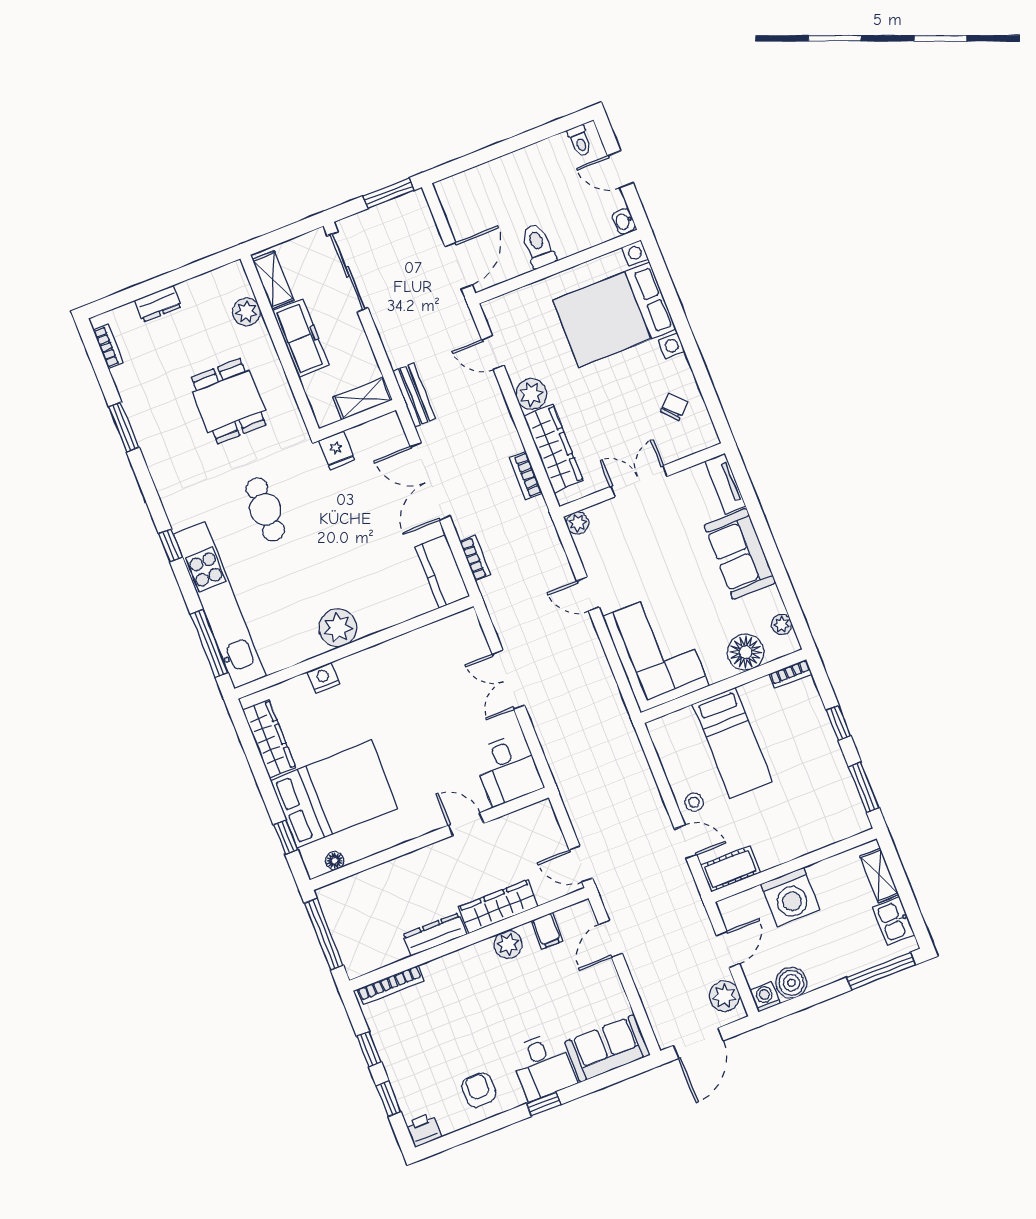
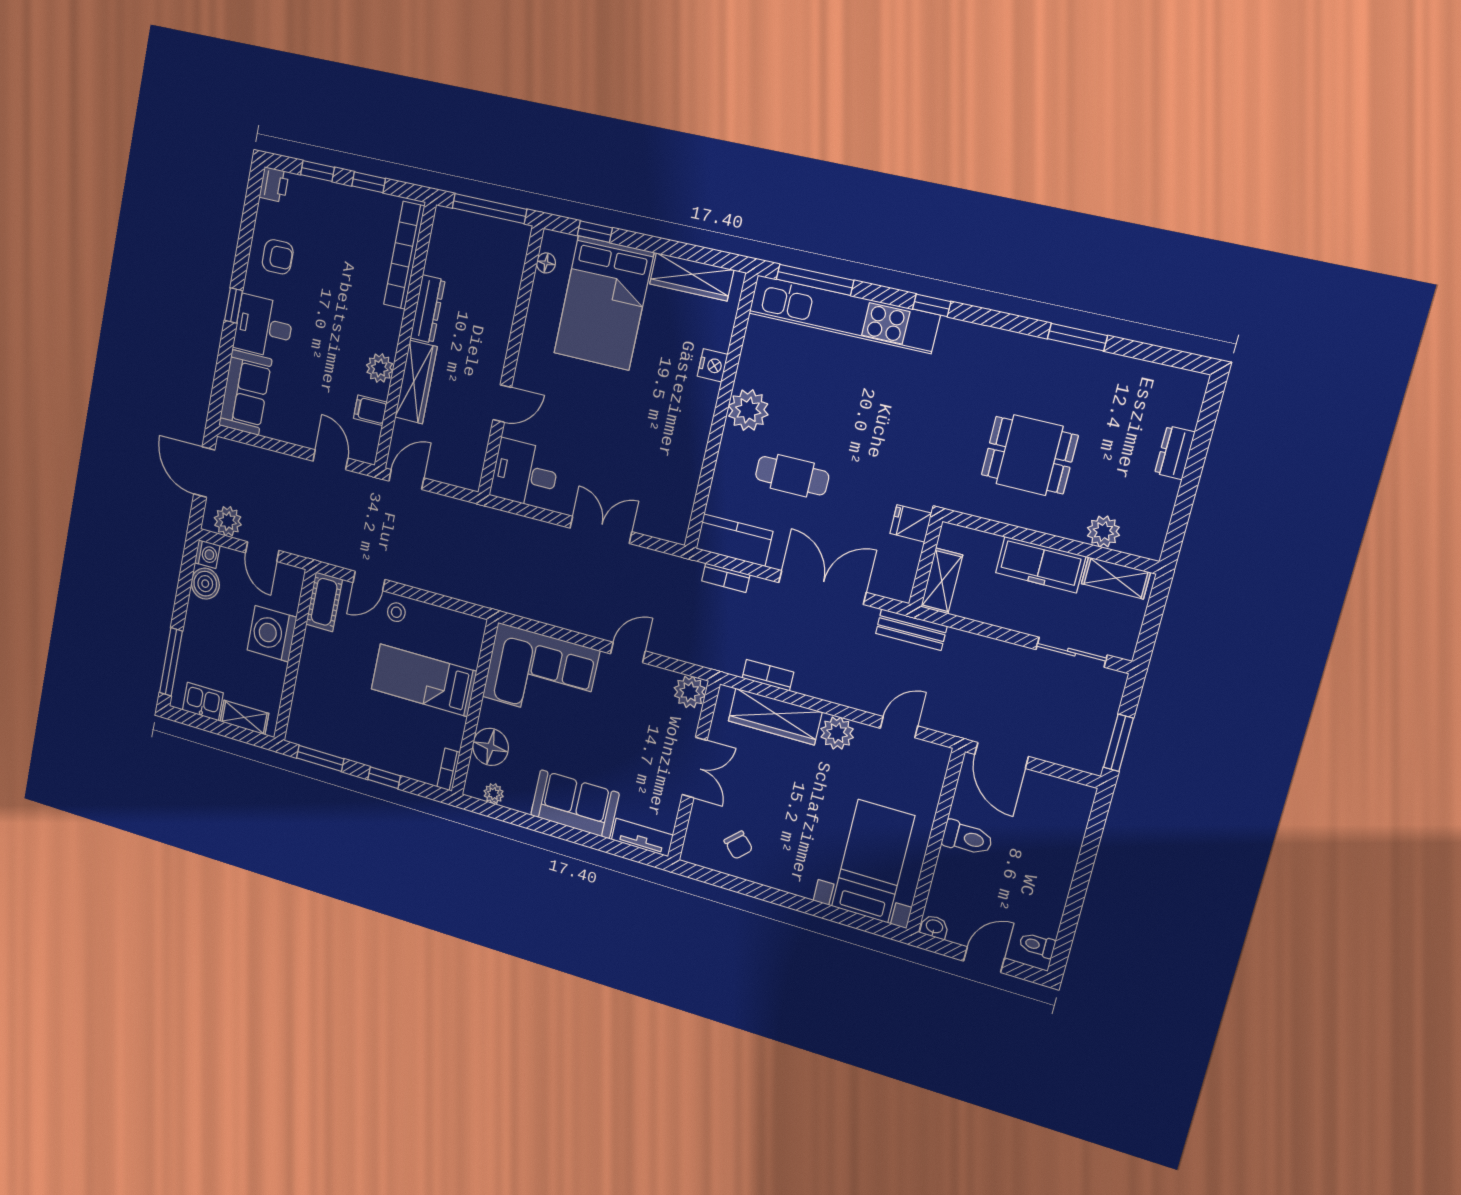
sliding door: (348, 272) -> (1071, 652), width x0.73
bed with nightstands: (614, 315) -> (873, 861), width x0.73
bookcase: (108, 346) -> (1169, 375), removed
cafe table: (265, 509) -> (792, 476), moved
plant: (578, 523) -> (690, 692), width x1.38, depth x1.38
bookcase: (390, 985) -> (404, 255), width x1.48, depth x1.31

